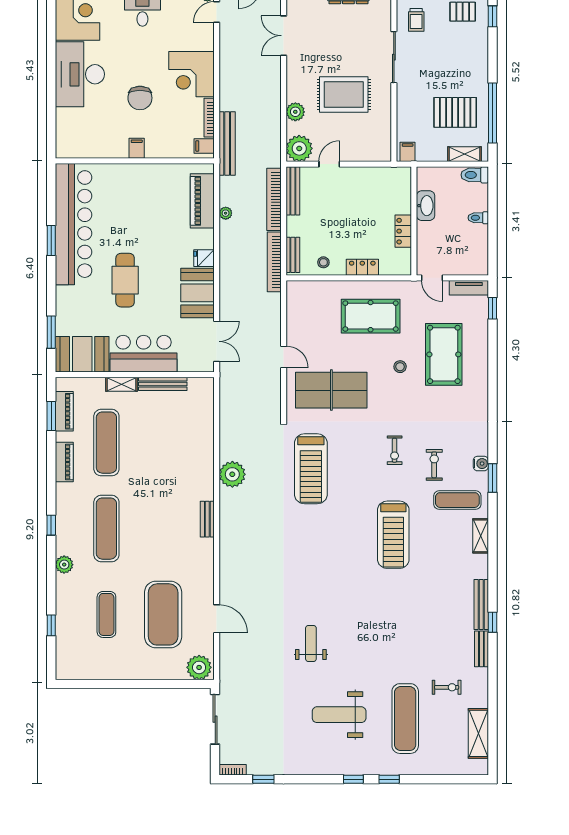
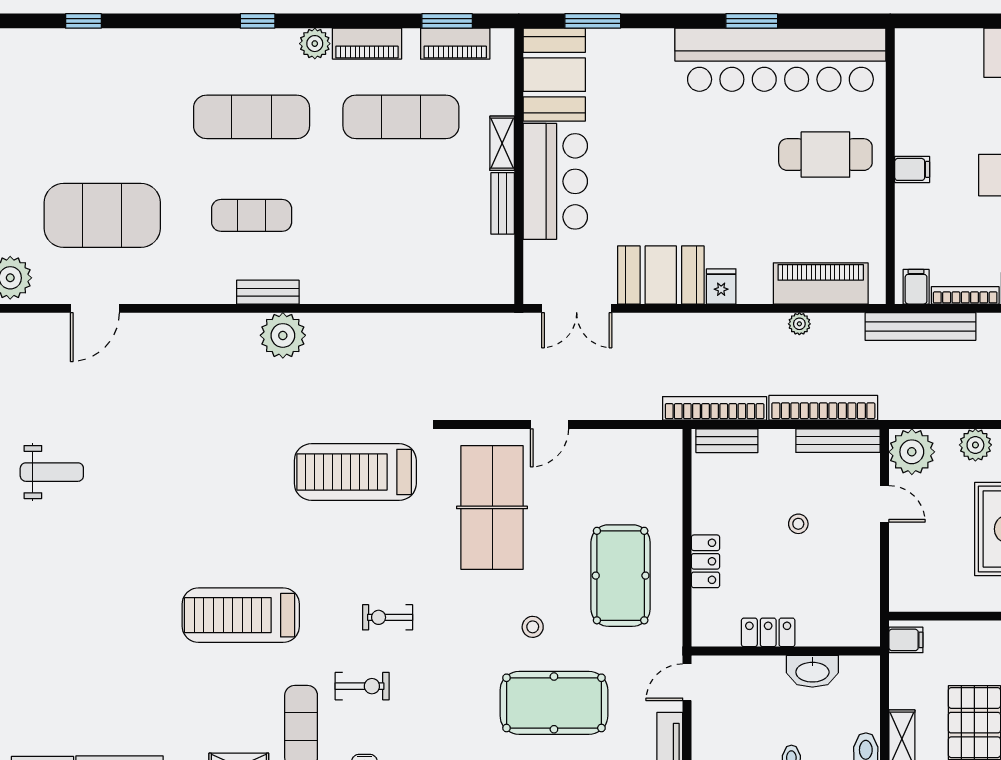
stool: (323, 262) -> (798, 524), moved
cafe table: (125, 280) -> (825, 155), moved
bench: (163, 384) -> (503, 203), width x0.73
plant: (232, 474) -> (283, 335), moved
plant: (64, 565) -> (315, 44), moved
exercise mat: (106, 614) -> (252, 215), moved

